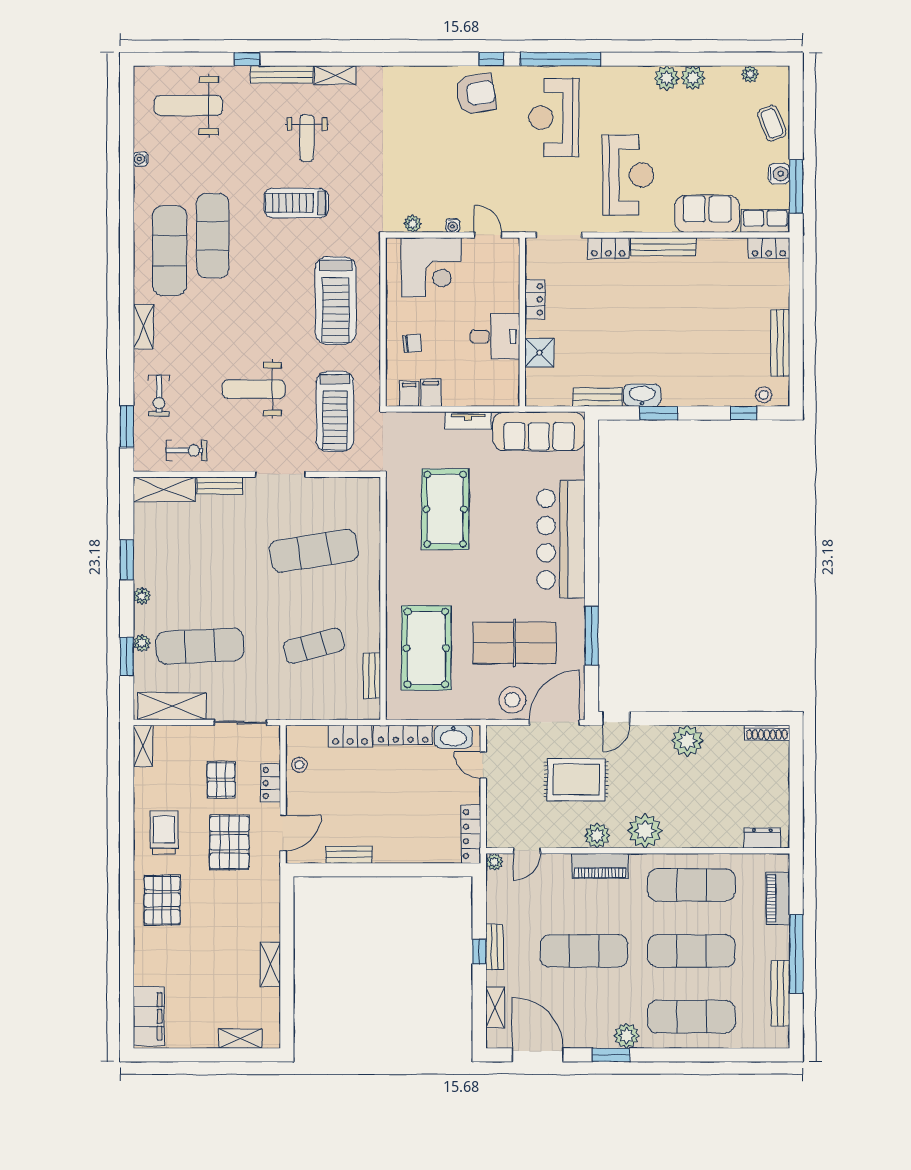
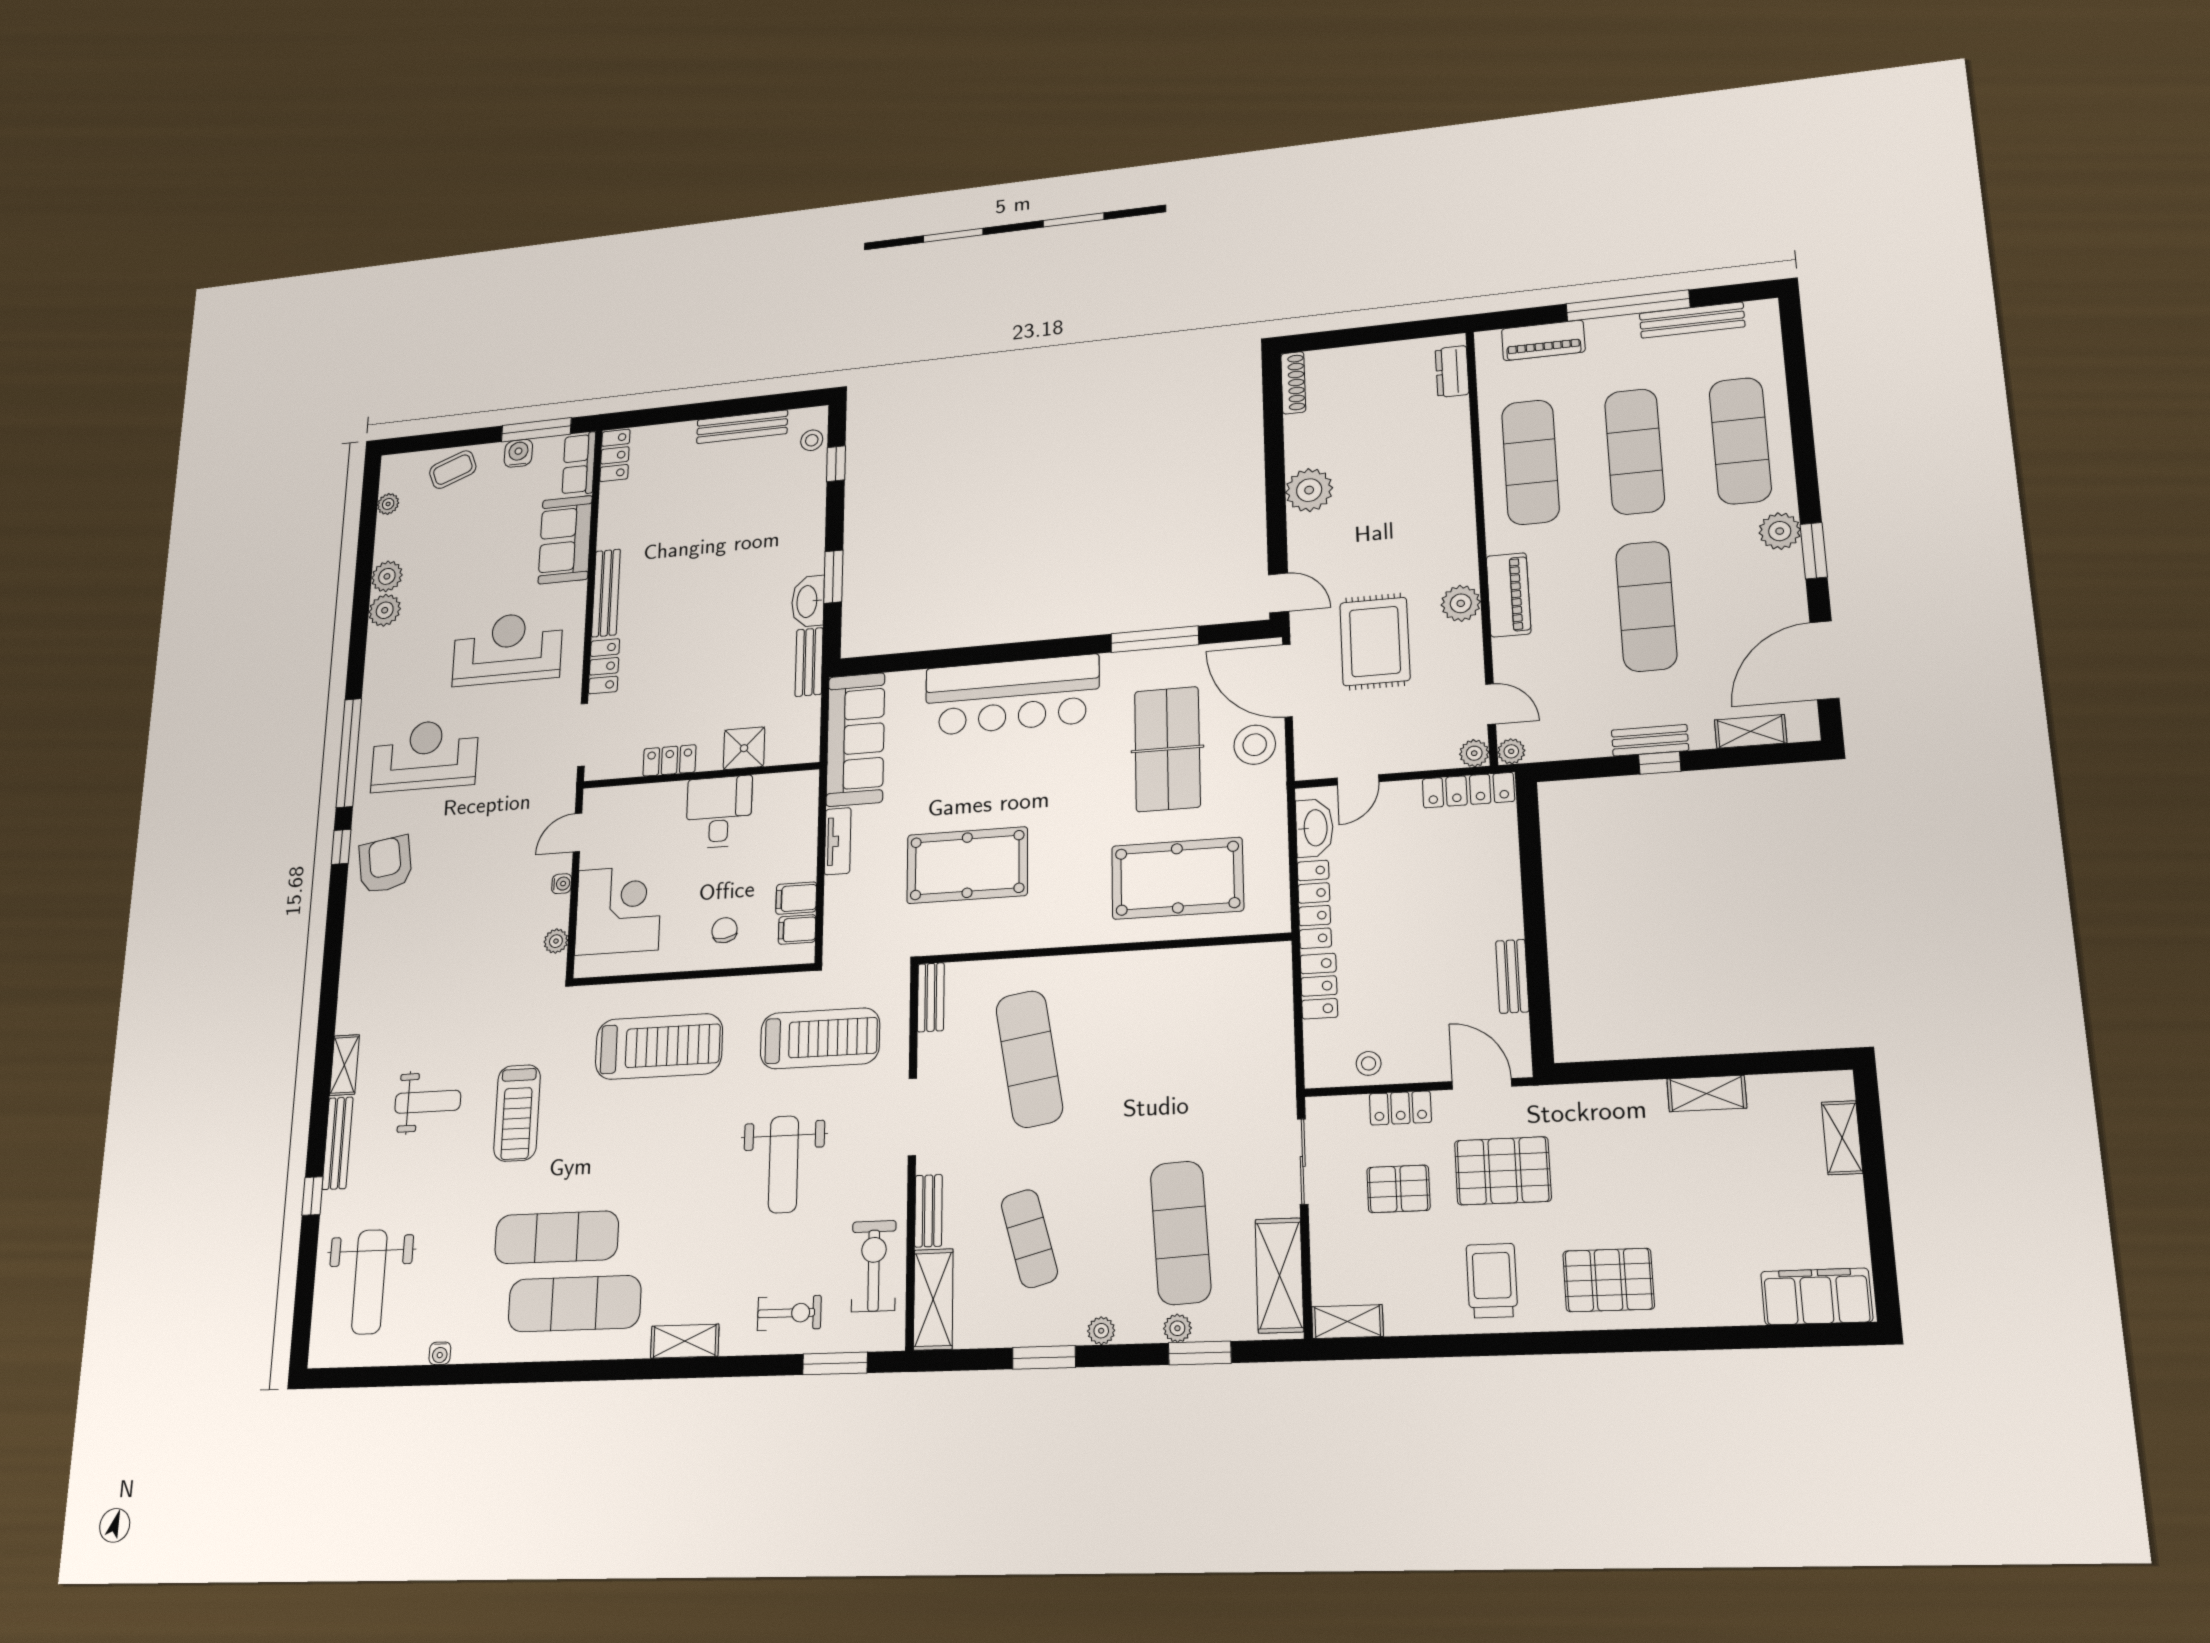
reception desk: (554, 118) -> (425, 755), turned 180
exercise bike: (186, 450) -> (874, 1266), width x1.38, depth x1.39
exercise mat: (314, 646) -> (1029, 1238), moved
bench: (372, 676) -> (931, 997), moved, turned 90
plant: (645, 831) -> (1474, 753), moved, width x0.53, depth x0.53
trolley: (164, 833) -> (1492, 1281), turned 90

